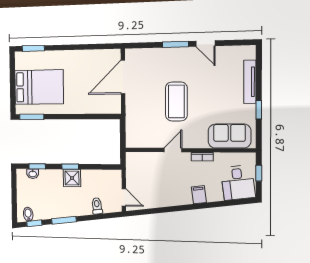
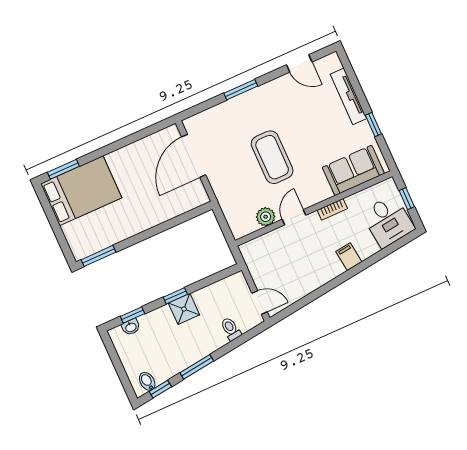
door: (206, 44) -> (299, 63), moved
bed: (39, 87) -> (81, 191), moved
plant: (154, 141) -> (266, 217), added

